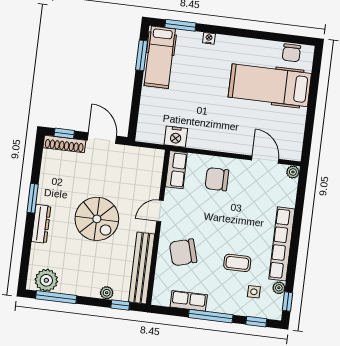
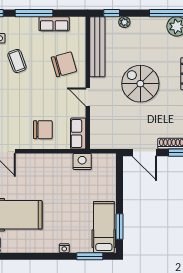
door: (160, 211) -> (88, 97), swing flipped
coffee table: (237, 263) -> (17, 61), turned 70

